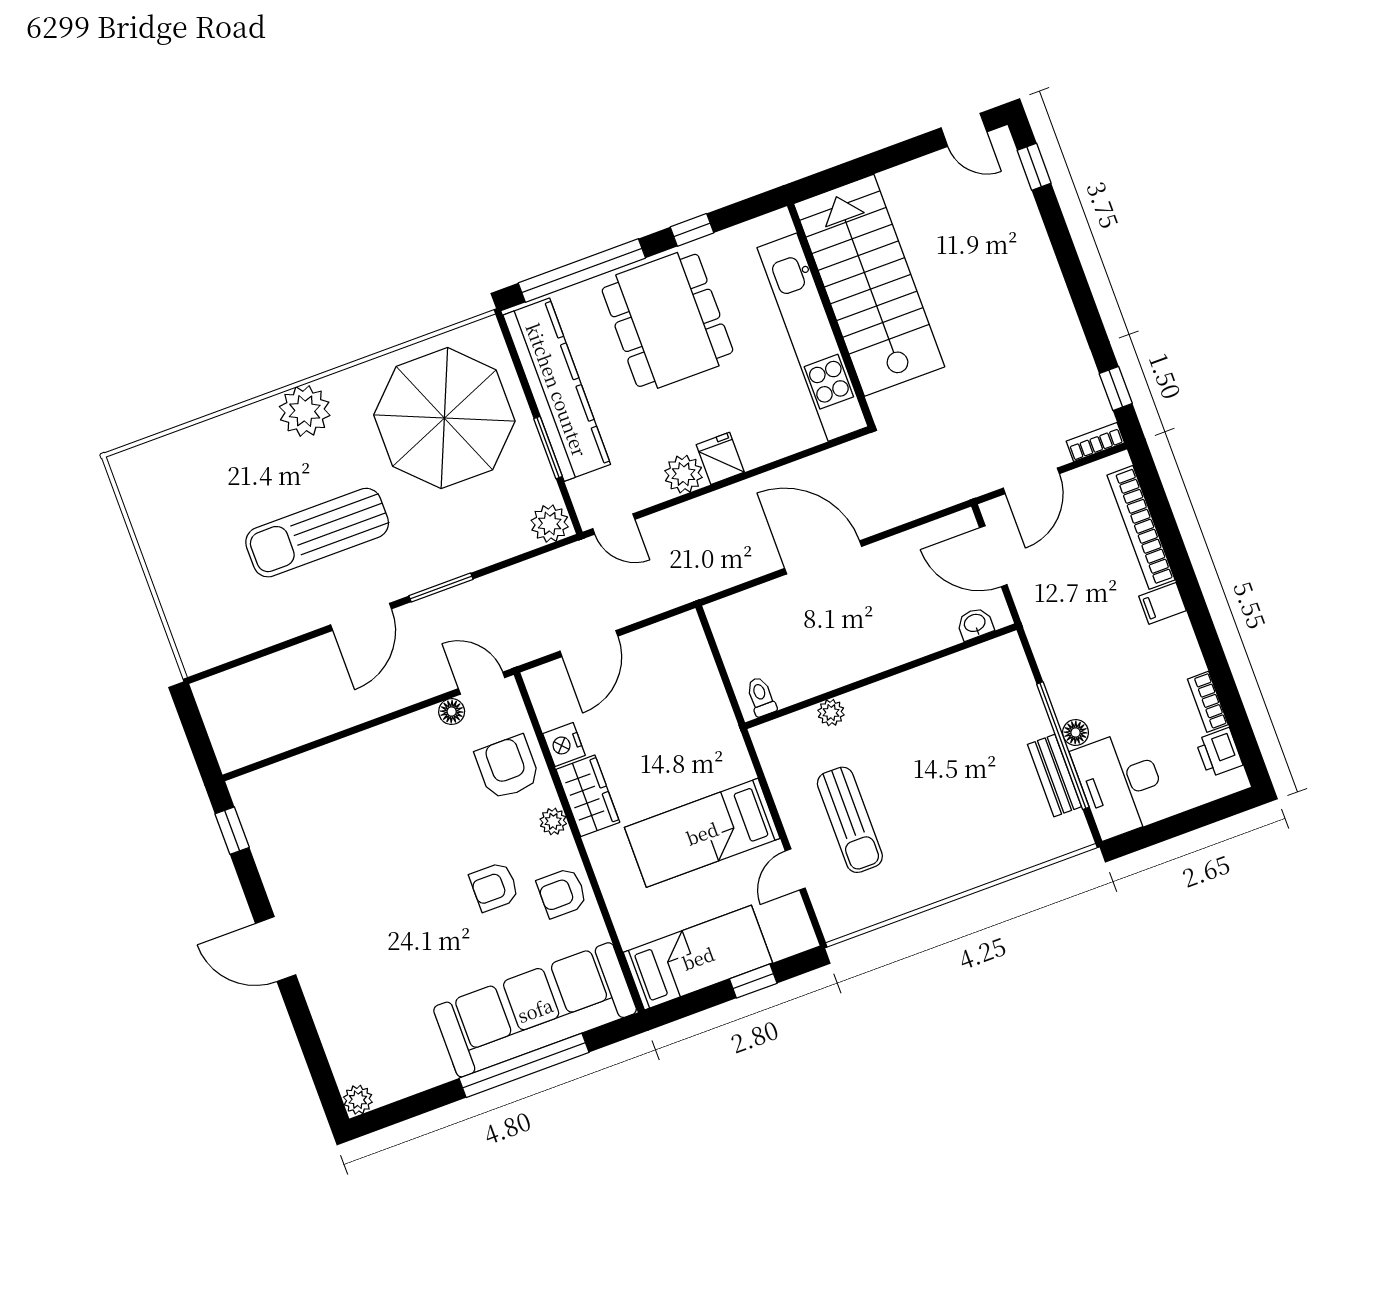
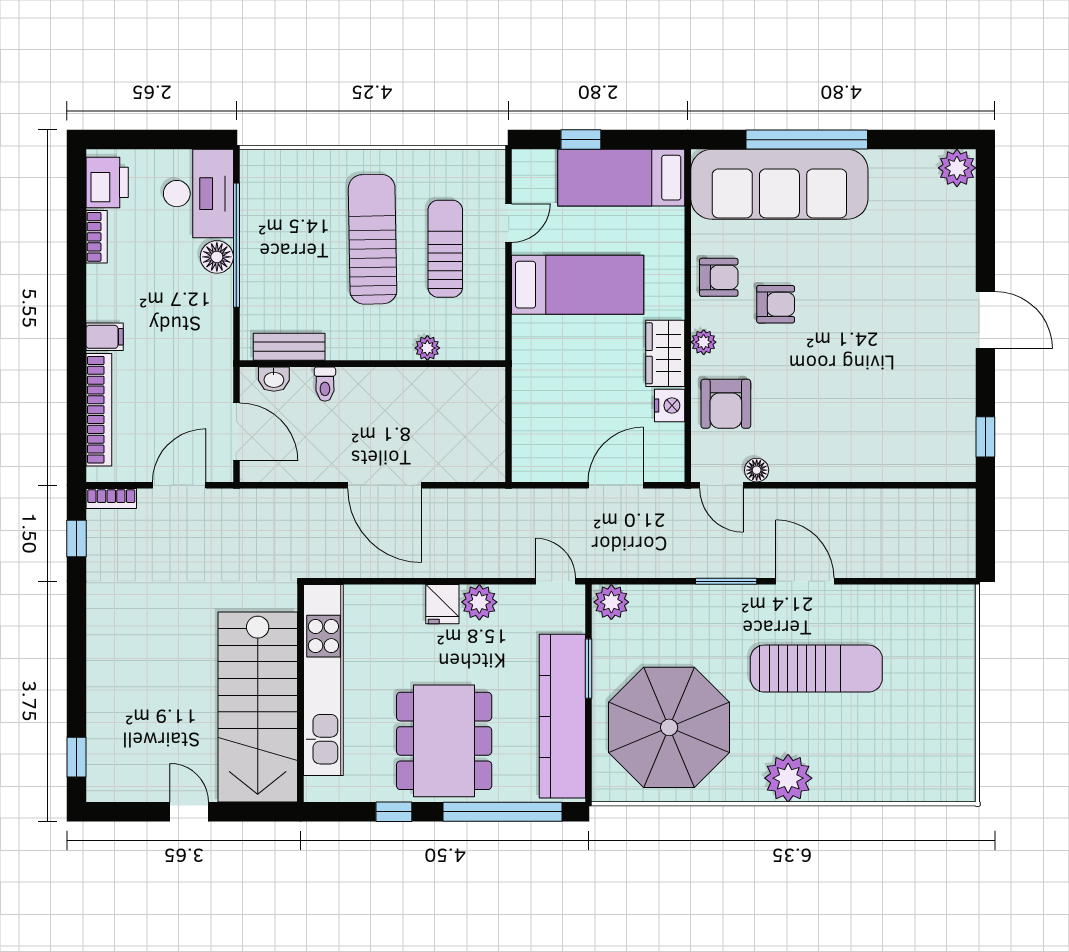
door: (964, 130) -> (189, 812), moved
door: (361, 617) -> (805, 581), hinge flipped
toilet: (761, 697) -> (325, 384), moved
floor lamp: (1076, 732) -> (217, 257), width x1.37, depth x1.37
printer: (1219, 752) -> (107, 182), width x1.36, depth x1.24
bench: (1054, 776) -> (289, 347), moved, turned 90
sun lounger: (927, 802) -> (373, 239), added
plant: (358, 1100) -> (957, 168), width x1.38, depth x1.38

